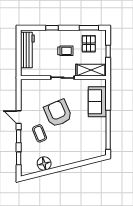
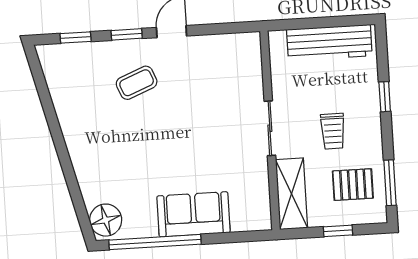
sofa: (97, 102) -> (193, 214), moved
armchair: (58, 113) -> (186, 123), removed
floor lamp: (44, 164) -> (106, 220), moved

